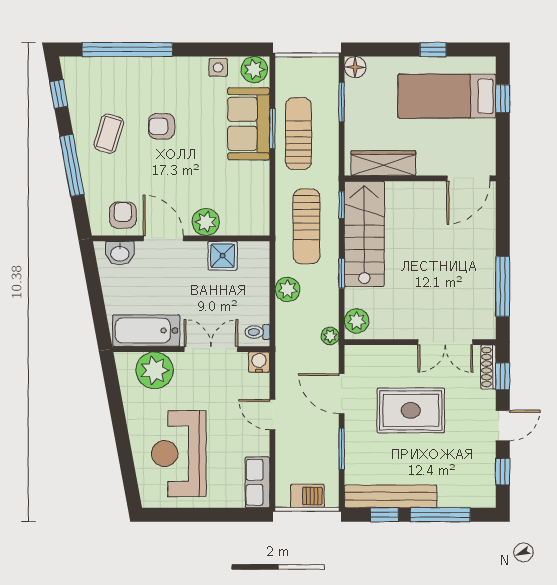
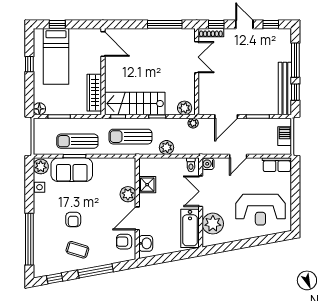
sun lounger: (307, 226) -> (130, 137), turned 180
rug: (411, 410) -> (236, 77), removed

